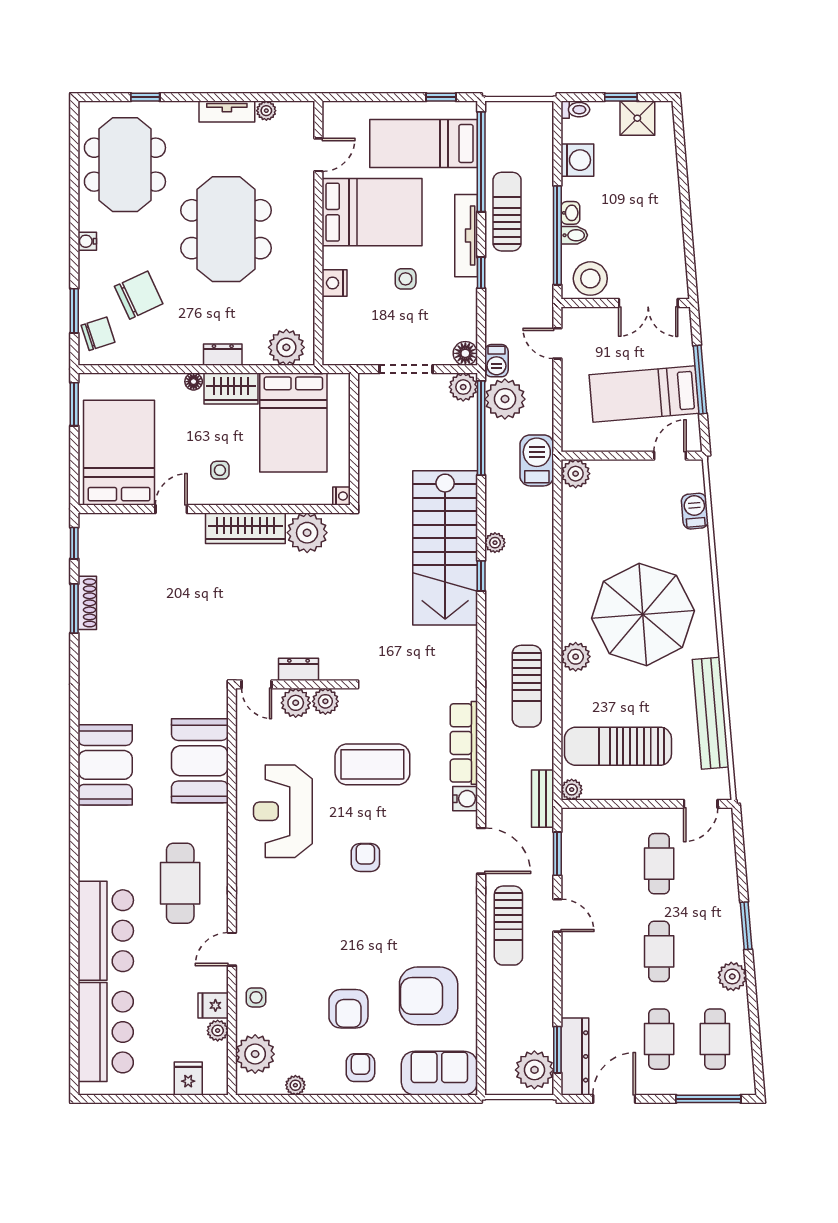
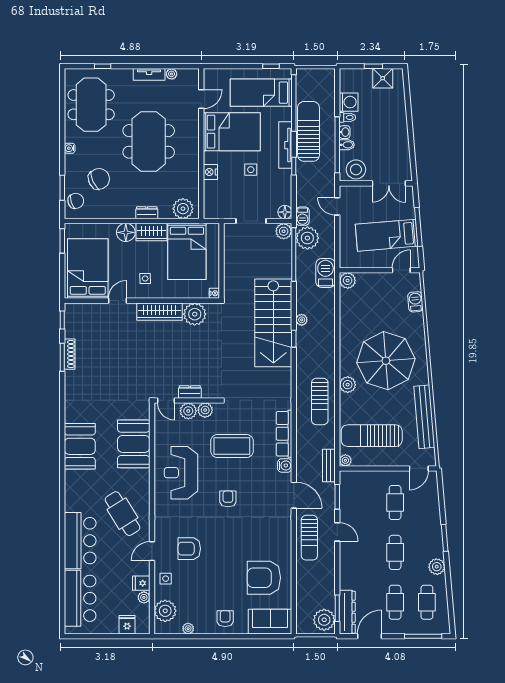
toilet: (575, 110) -> (347, 117), moved
sun lounger: (507, 212) -> (309, 131), width x1.36, depth x1.34
floor lamp: (194, 382) -> (126, 232), width x1.89, depth x1.89
cafe table: (180, 883) -> (123, 514), turned -32
armchair: (348, 1009) -> (189, 549), moved, turned 90

